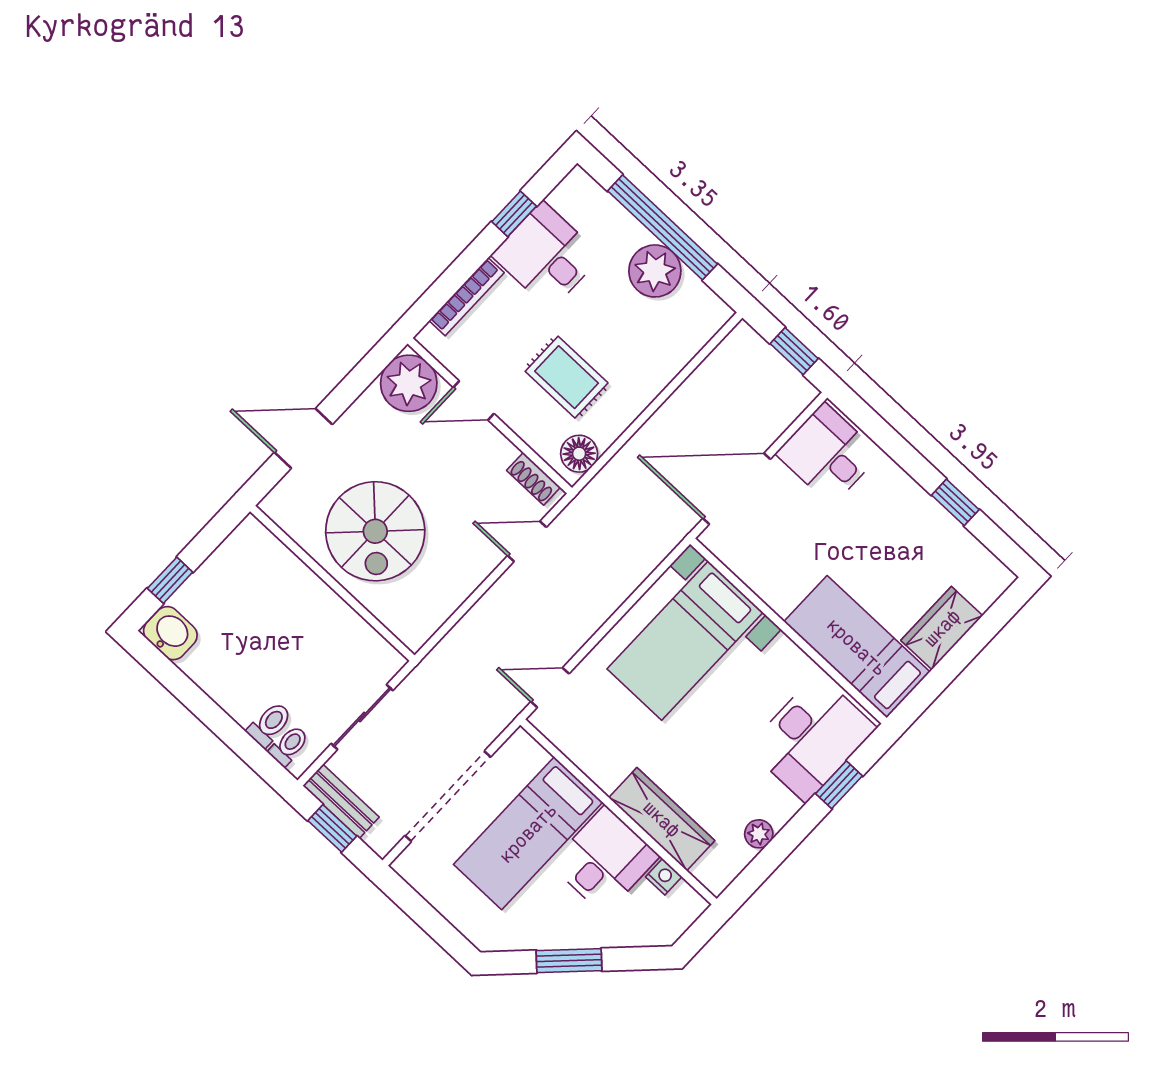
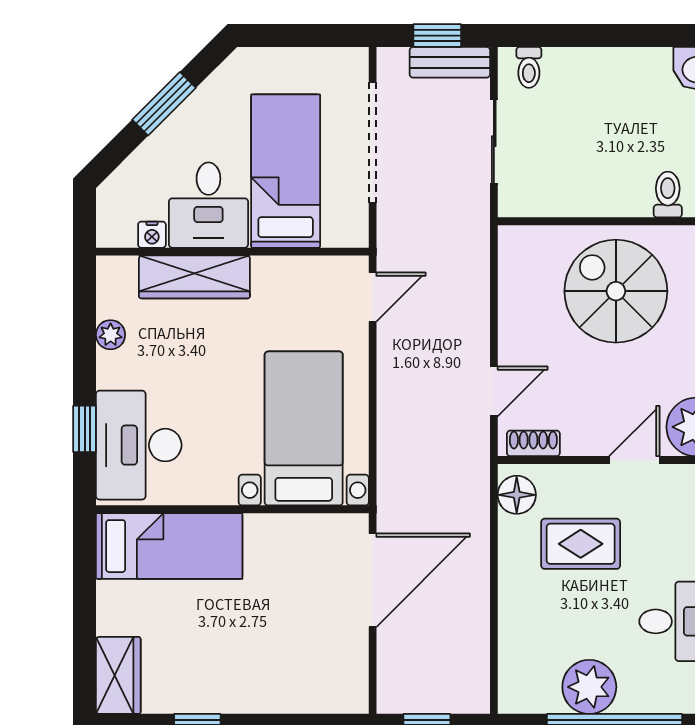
desk: (828, 454) -> (328, 671), removed
wardrobe: (942, 628) -> (118, 675), moved
toilet: (270, 724) -> (668, 195), moved, turned 180

